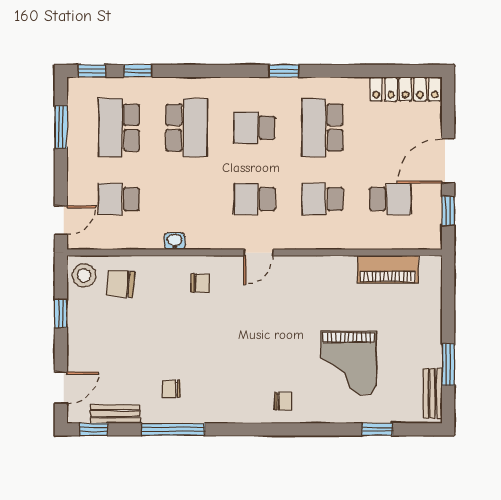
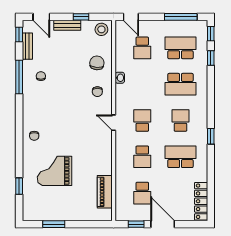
window: (61, 127) -> (181, 17), width x1.44
school desk: (119, 199) -> (142, 48), turned 180
school desk: (322, 199) -> (142, 157), turned 180
chair: (121, 284) -> (97, 63), moved
bench: (433, 393) -> (67, 25), moved

